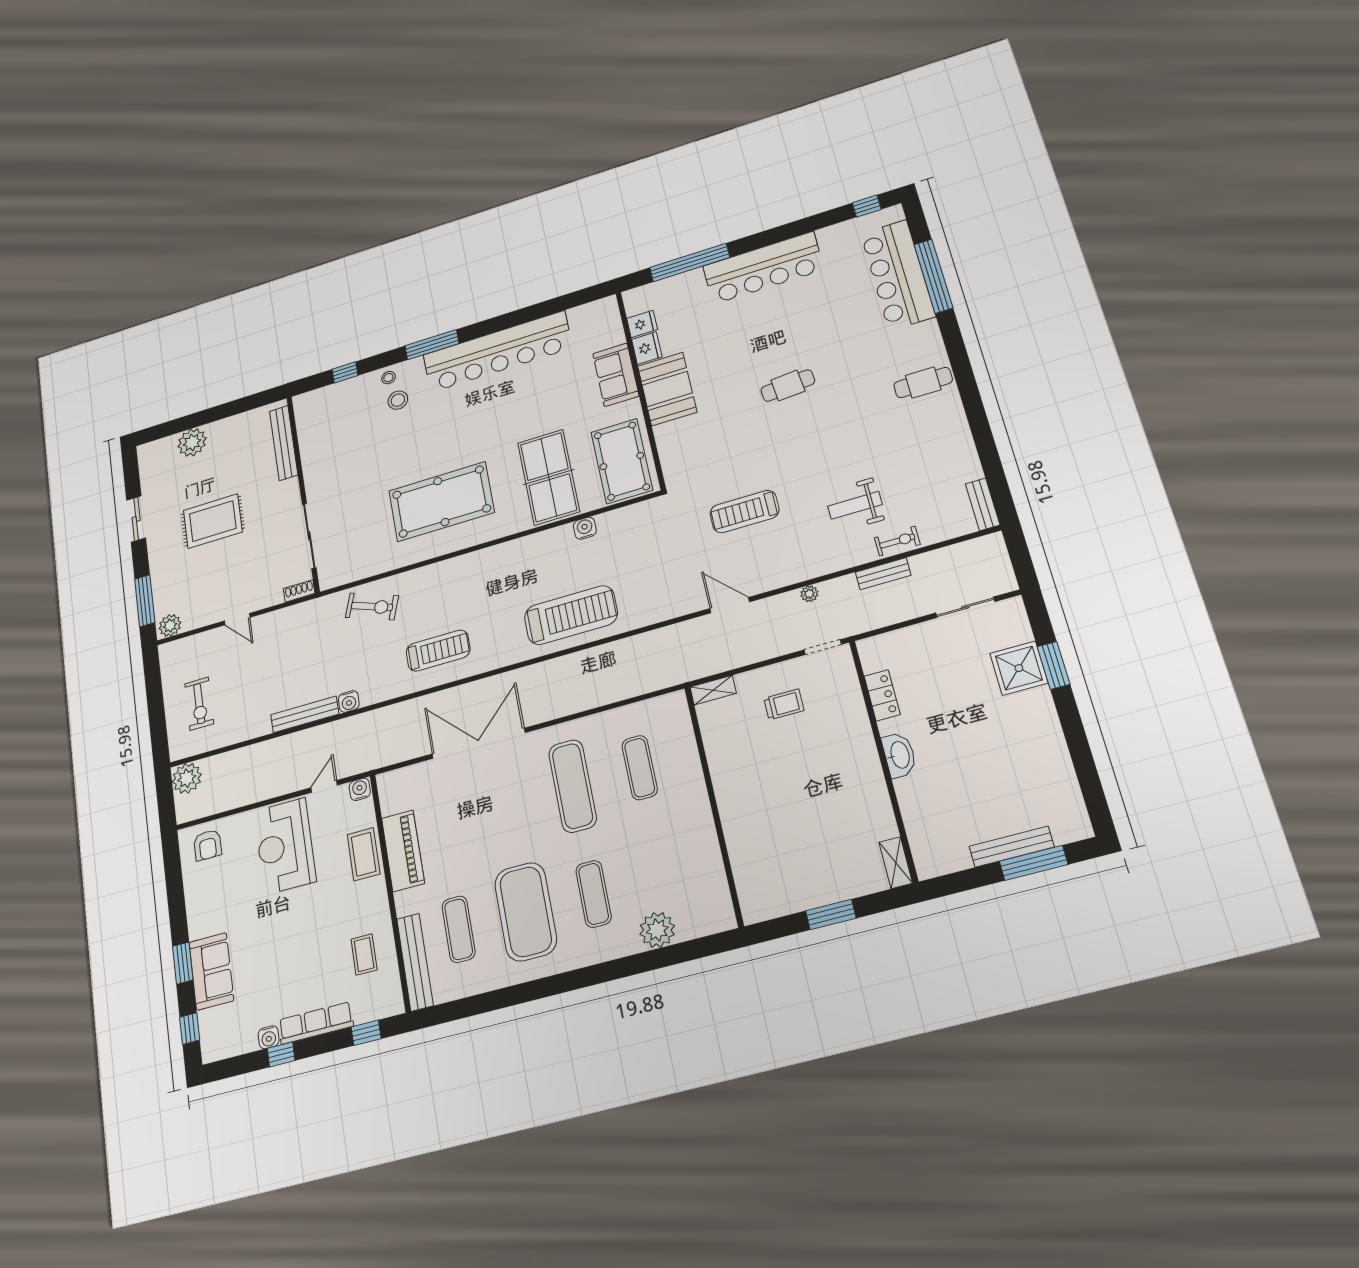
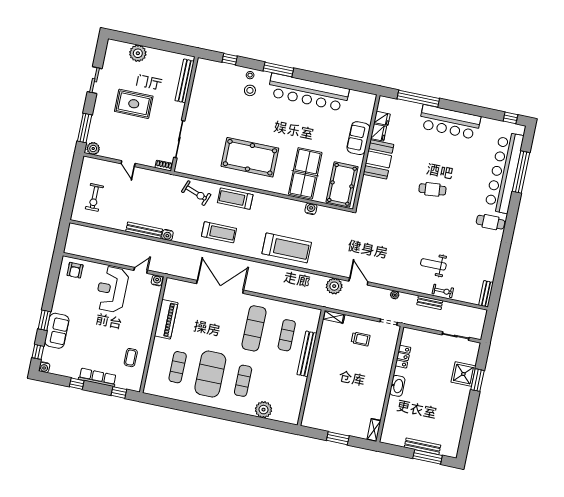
bar counter: (898, 275) -> (504, 172), width x1.36
treadmill: (744, 512) -> (235, 199), moved
plant: (187, 778) -> (334, 286), moved
coffee table: (364, 854) -> (147, 312), removed
bench: (415, 962) -> (307, 354), moved
water cooler: (269, 1037) -> (44, 367), moved

